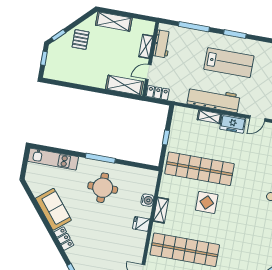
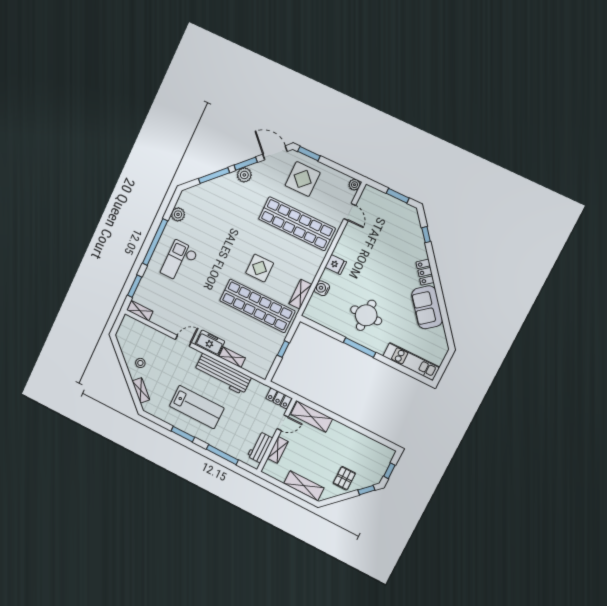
lab bench: (229, 63) -> (197, 407), turned 180
shelving: (161, 210) -> (300, 294), moved

